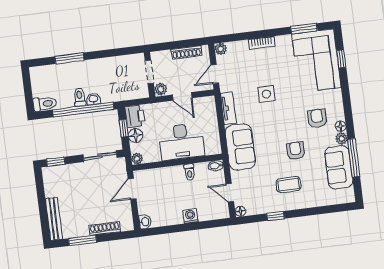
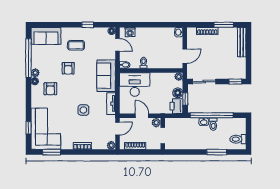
toilet: (45, 104) -> (238, 139), moved
desk: (181, 142) -> (135, 84), moved
window: (354, 158) -> (28, 58), width x1.46
sofa: (339, 167) -> (46, 36), moved, turned 90
washing machine: (190, 216) -> (130, 32), moved

